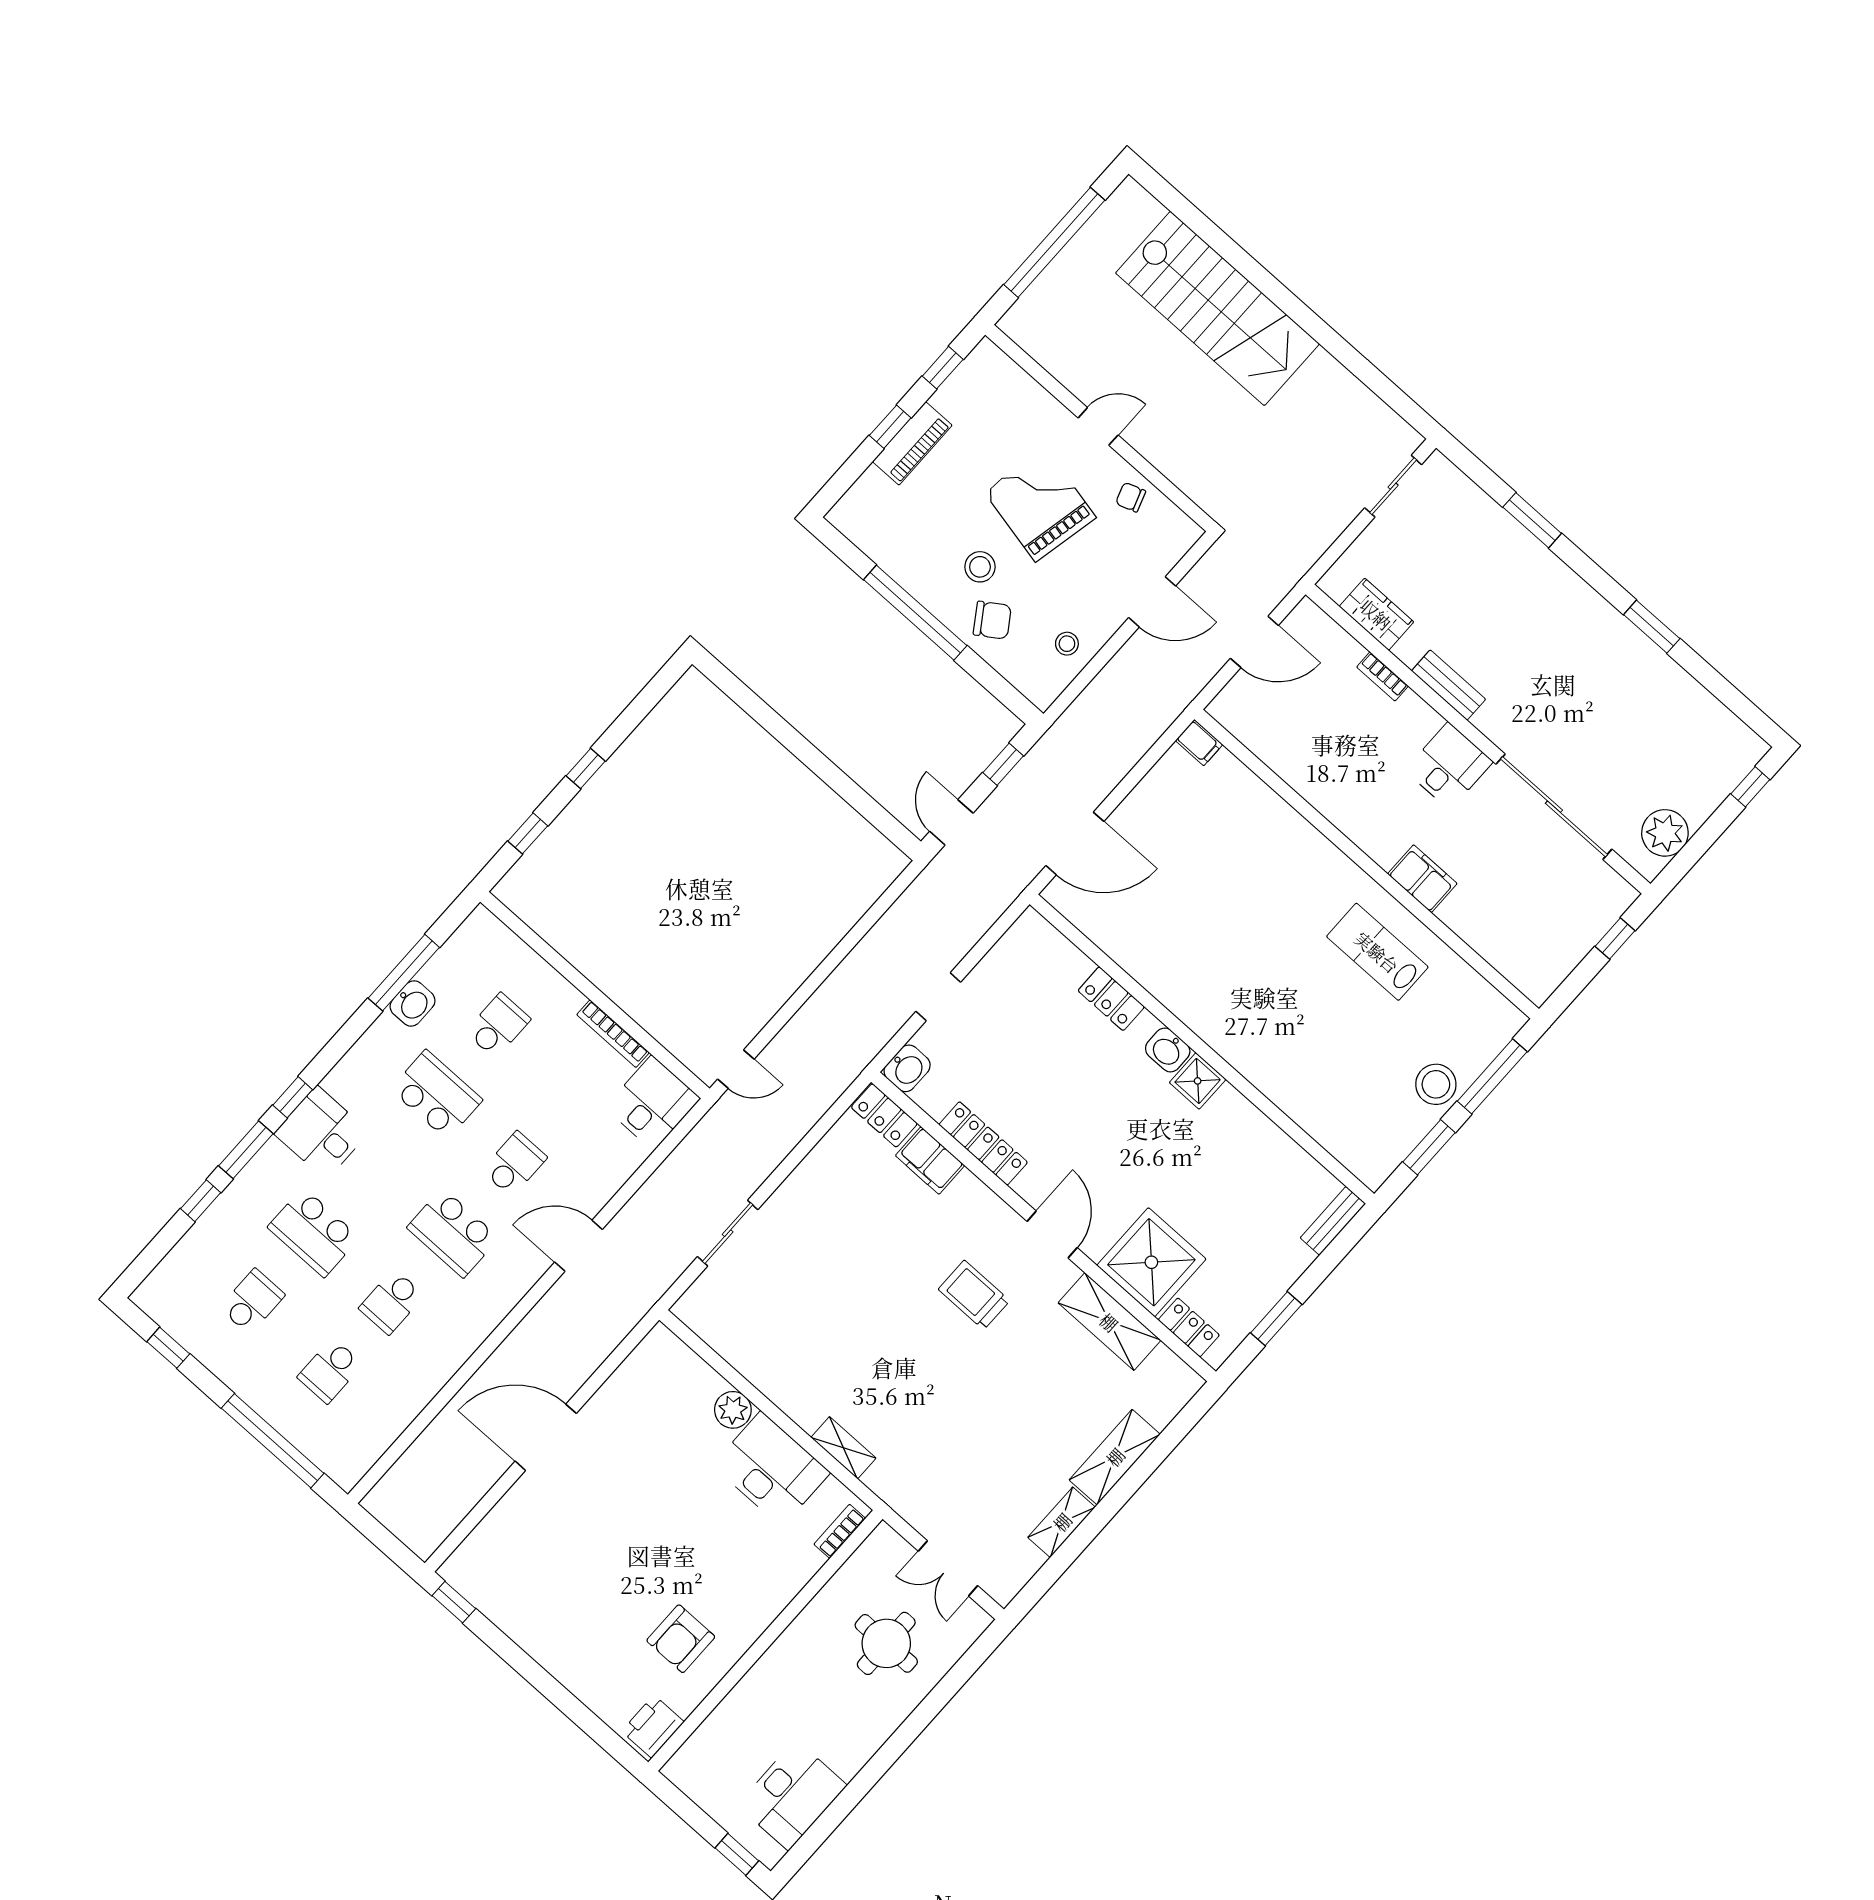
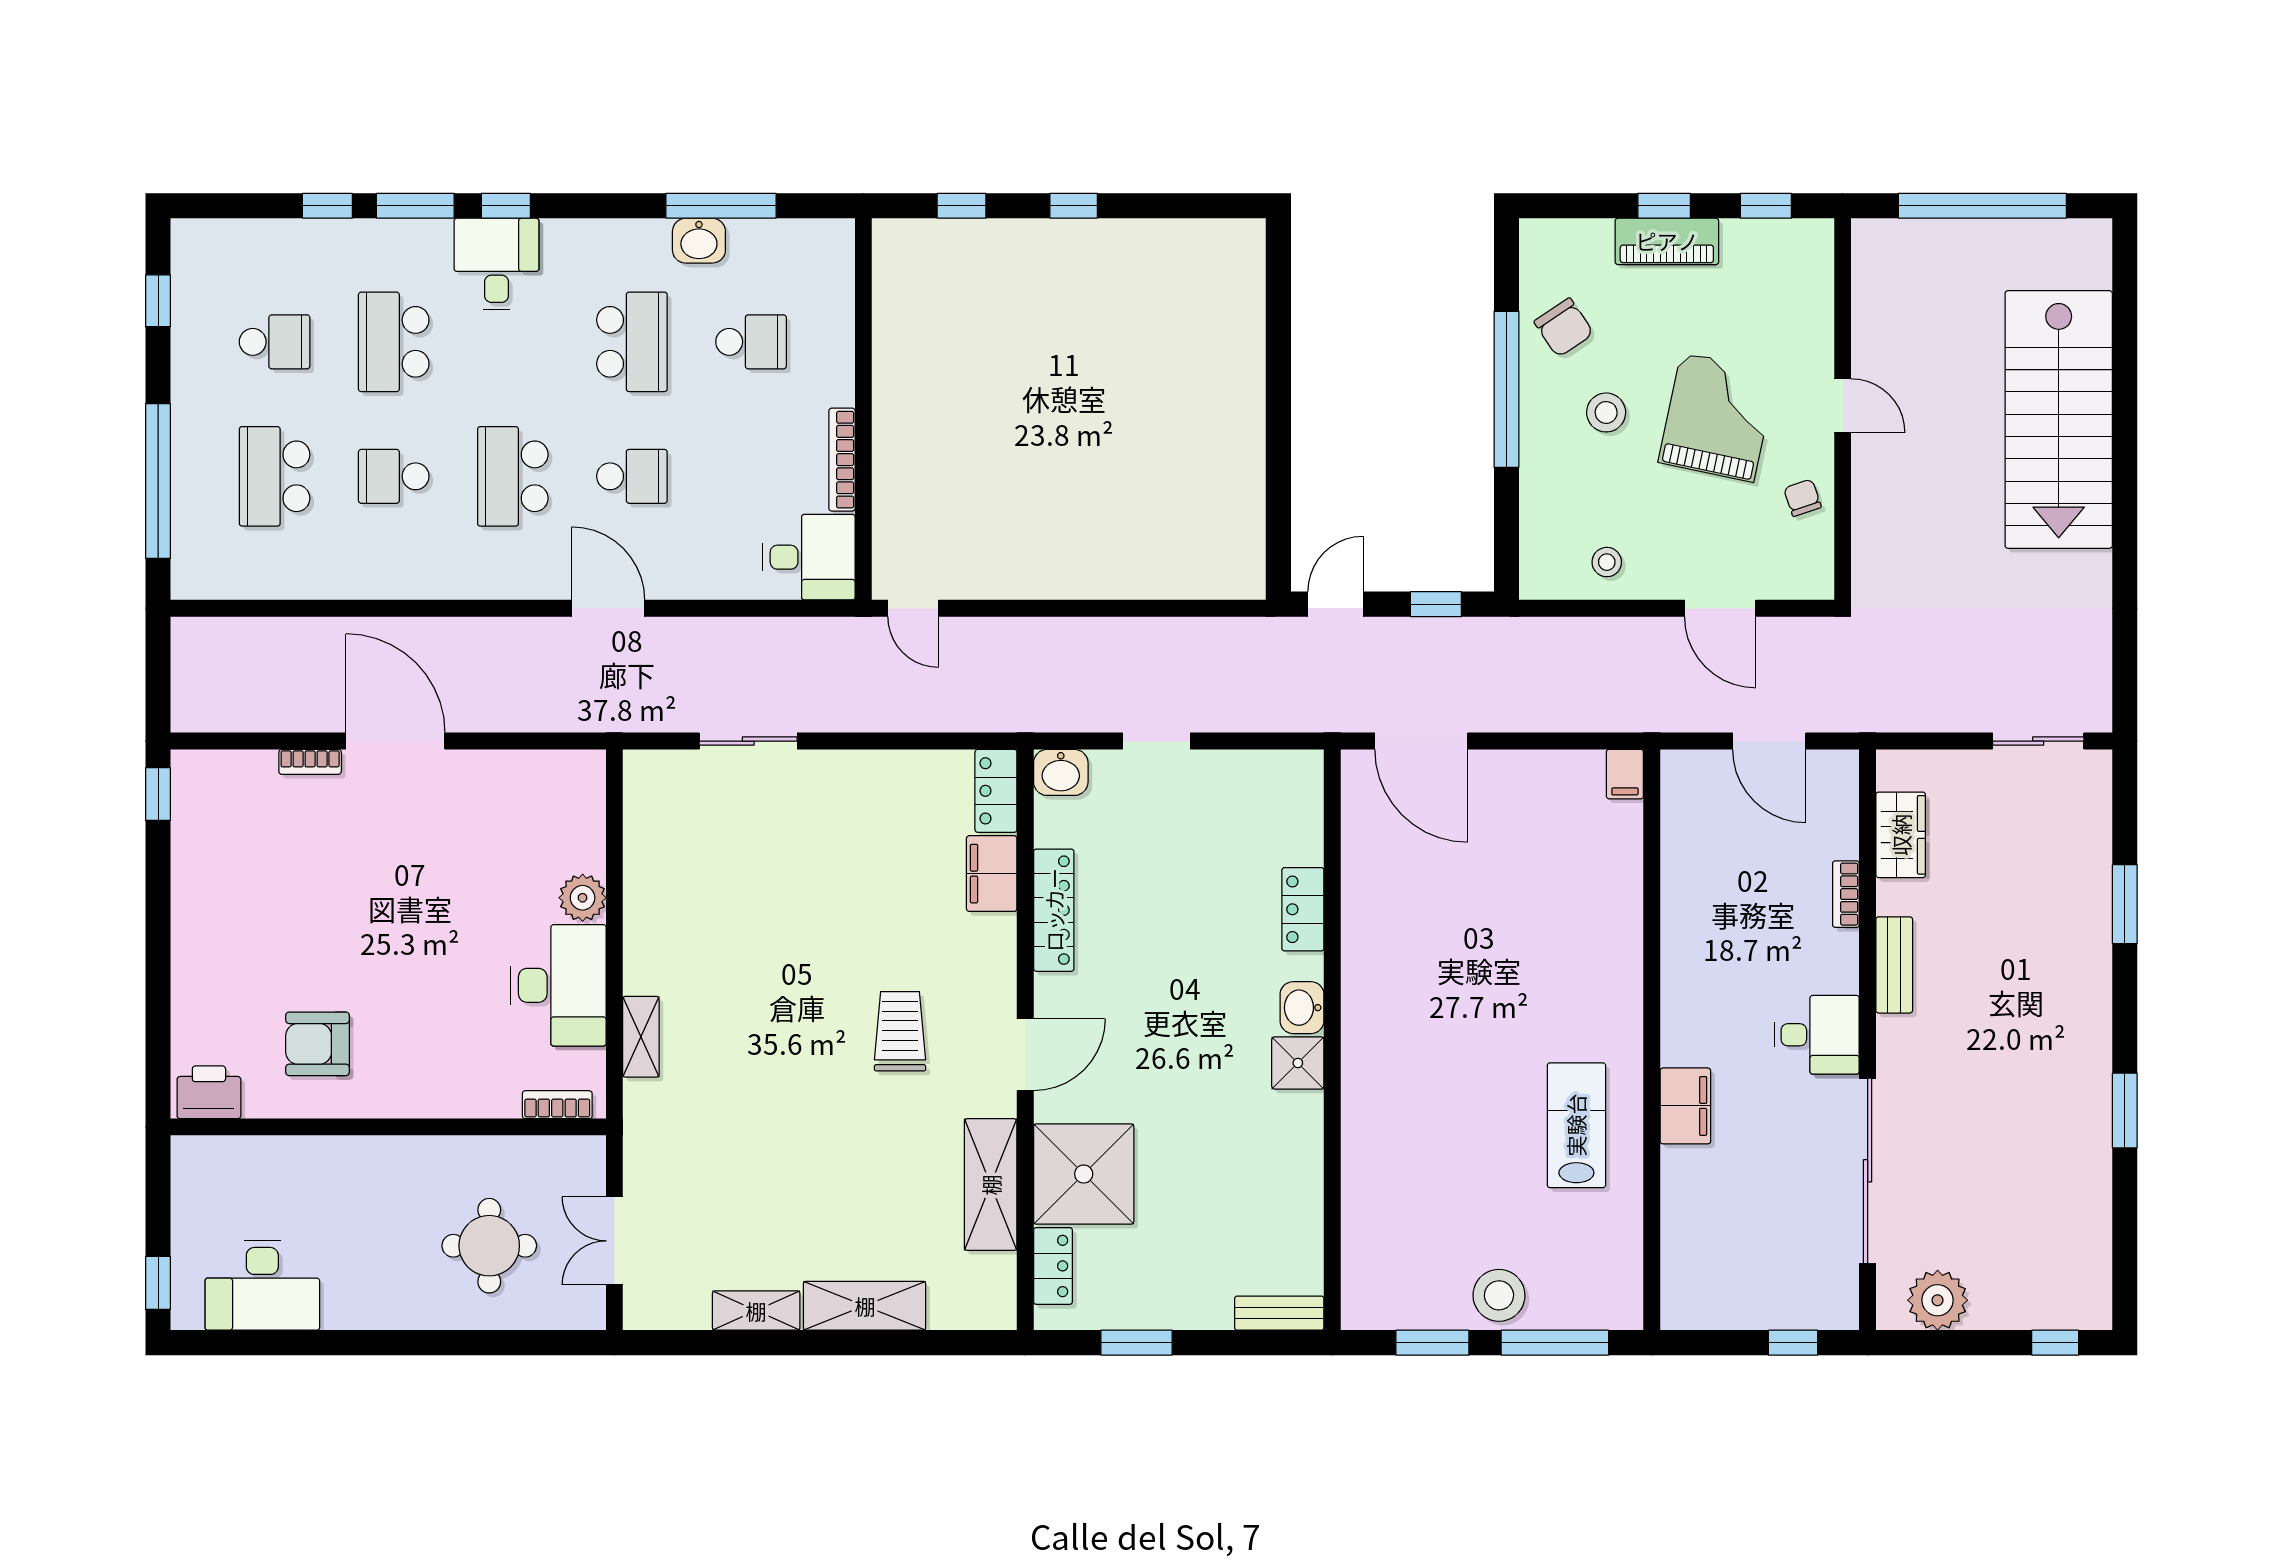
chair: (992, 620) -> (1564, 328), moved
school desk: (330, 1371) -> (275, 476), width x1.85
bookcase: (514, 1498) -> (310, 762), added

